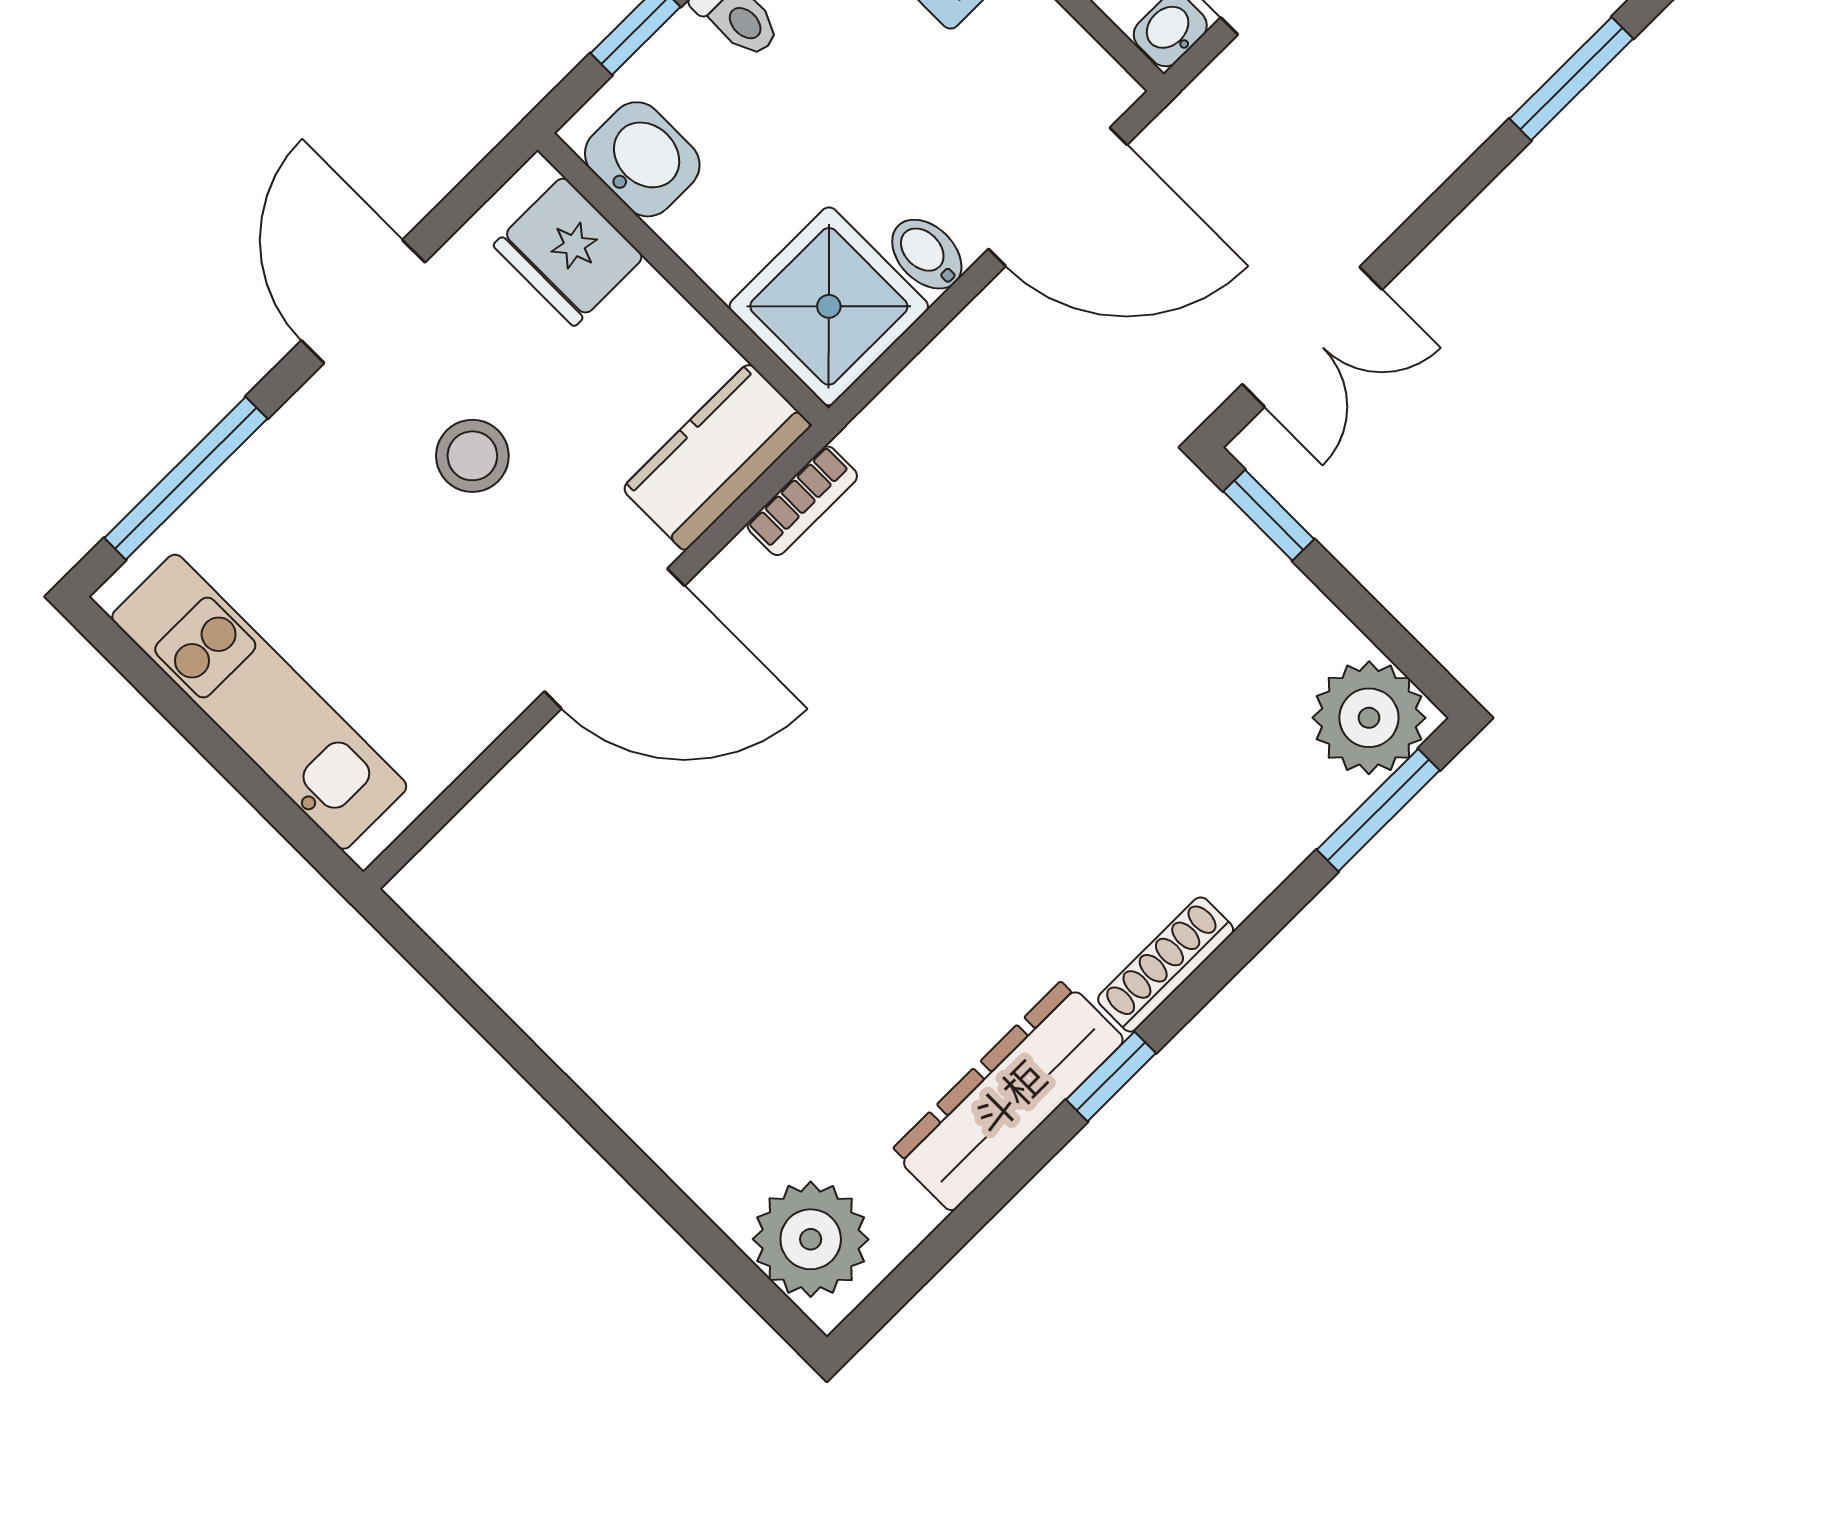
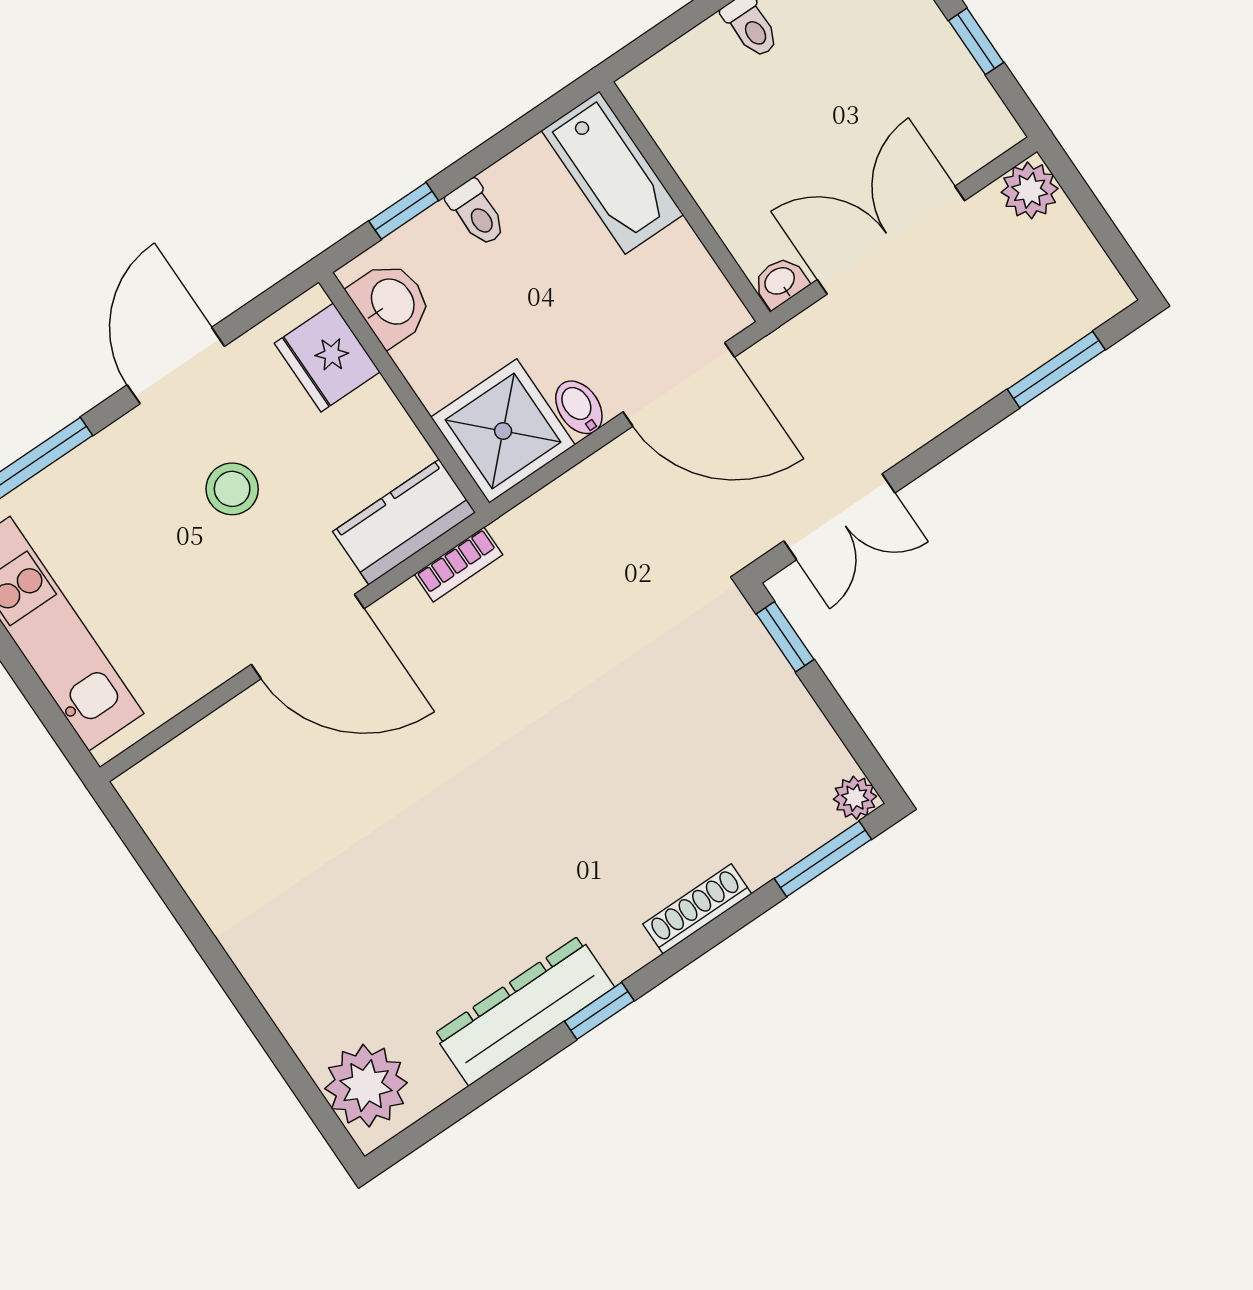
plant: (1369, 718) -> (855, 798), width x0.53, depth x0.53
shoe rack: (1166, 964) -> (697, 909), moved

